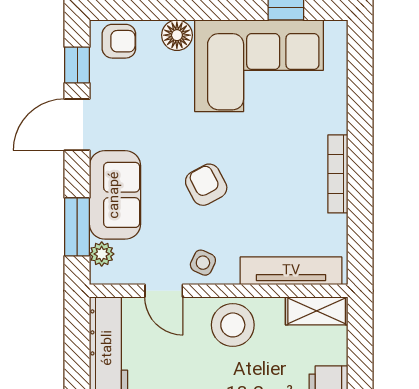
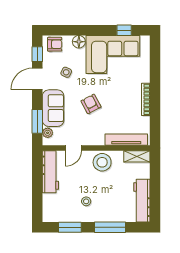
side table: (203, 263) -> (66, 72), moved
door: (164, 291) -> (73, 148), hinge flipped

